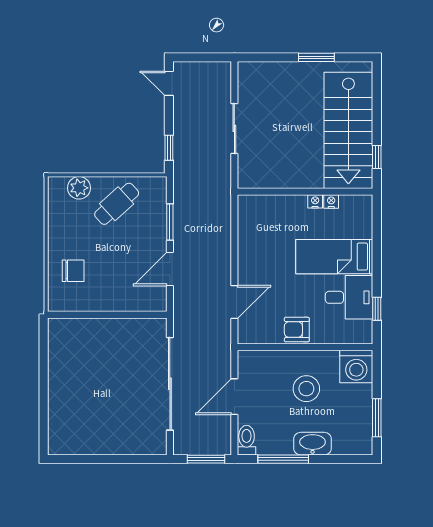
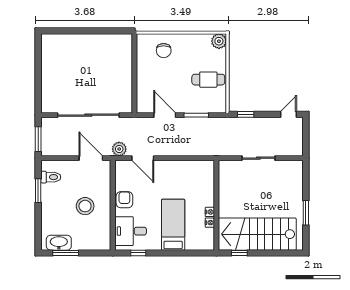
plant: (79, 188) -> (219, 41), moved
cafe table: (117, 204) -> (208, 80), turned -48
desk: (349, 297) -> (131, 231), moved, turned 90
plant: (221, 337) -> (119, 149), added
washing machine: (356, 366) -> (100, 239), removed
door: (234, 397) -> (91, 158), moved
toilet: (247, 440) -> (51, 177), moved
washbasin: (313, 444) -> (59, 243), moved, turned -90
window: (283, 459) -> (38, 191), width x0.69

